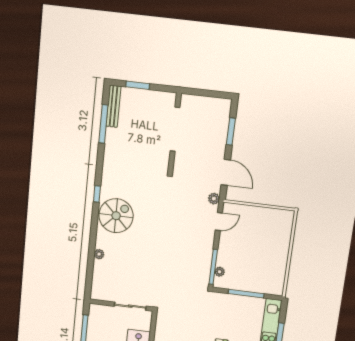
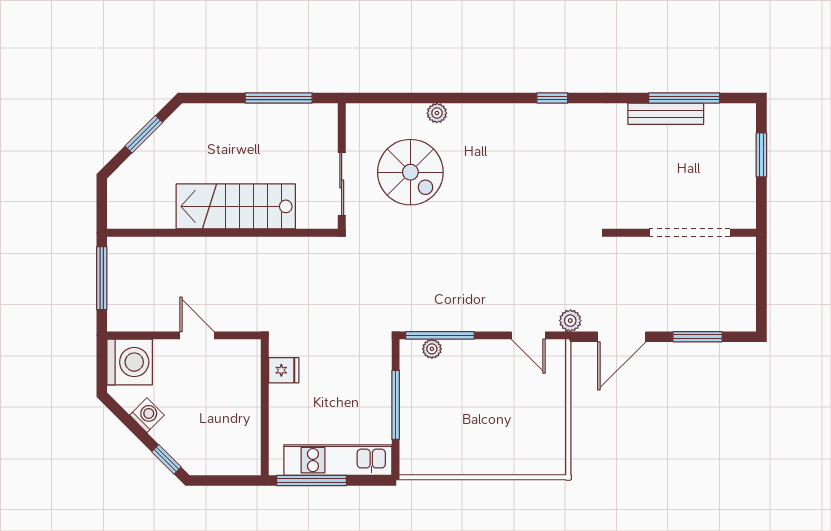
bench: (113, 106) -> (666, 114), moved
spiral stairs: (116, 216) -> (410, 172), moved

